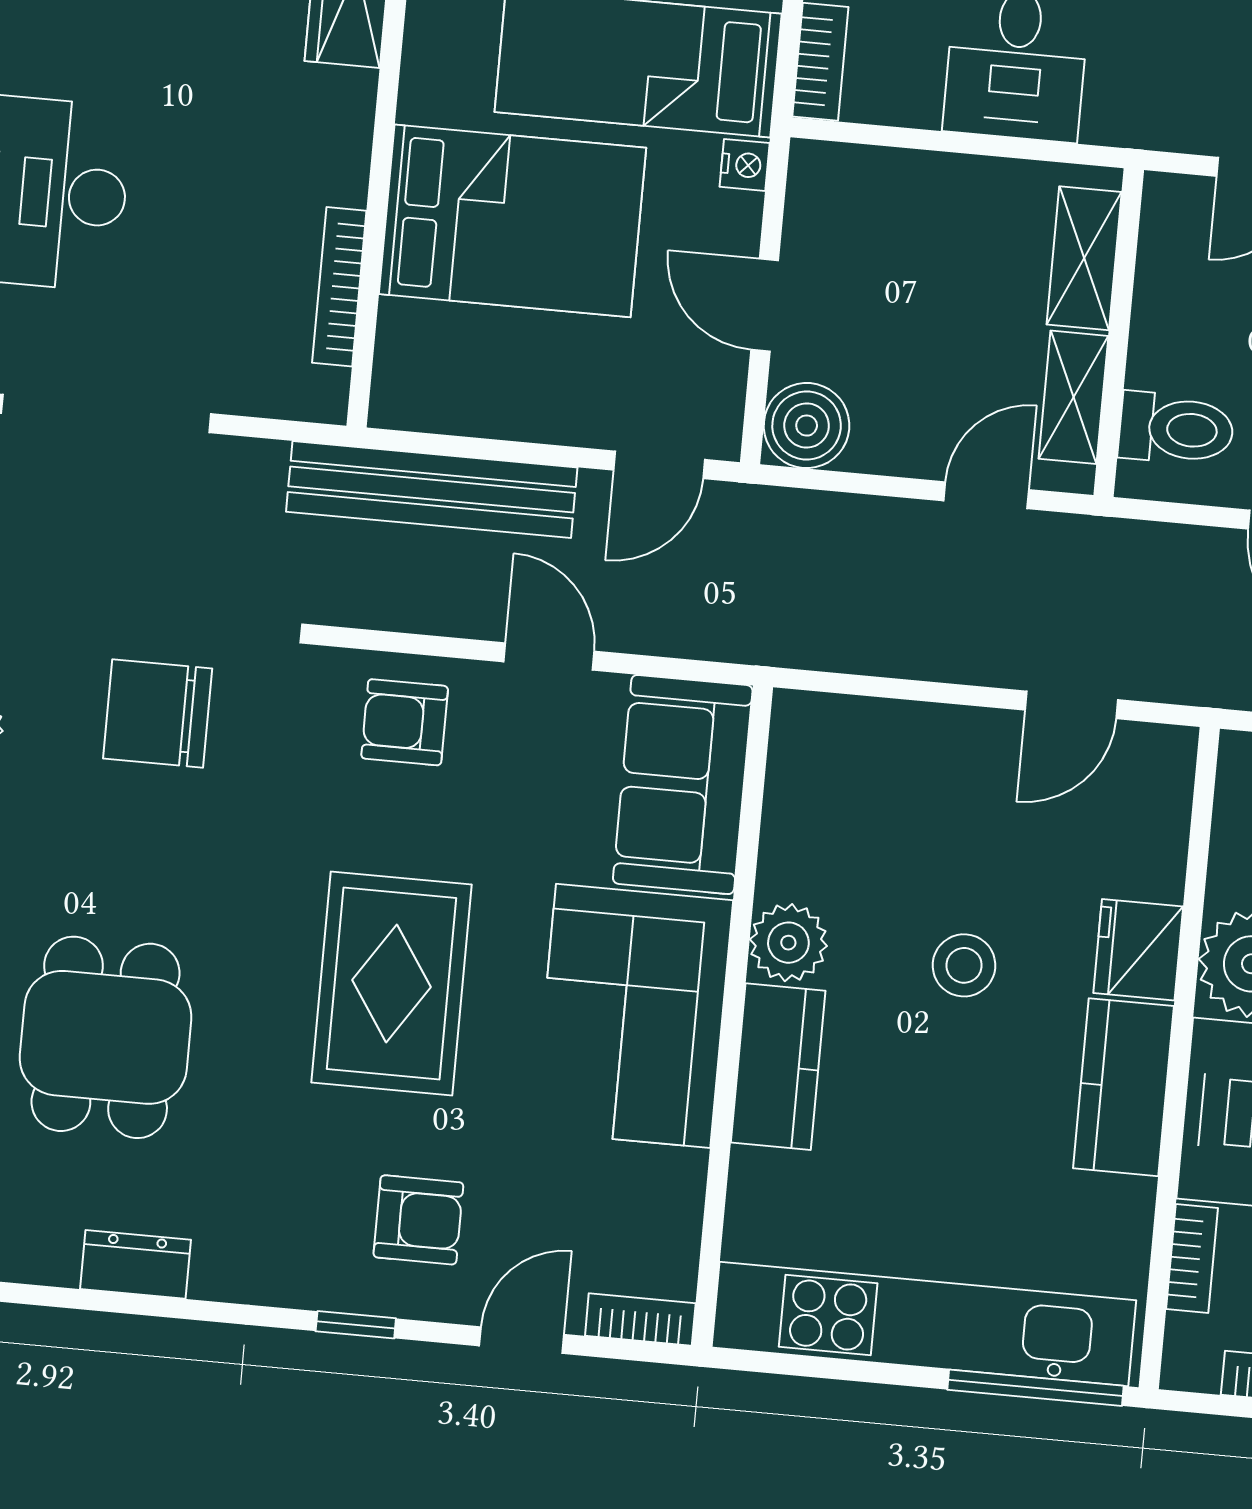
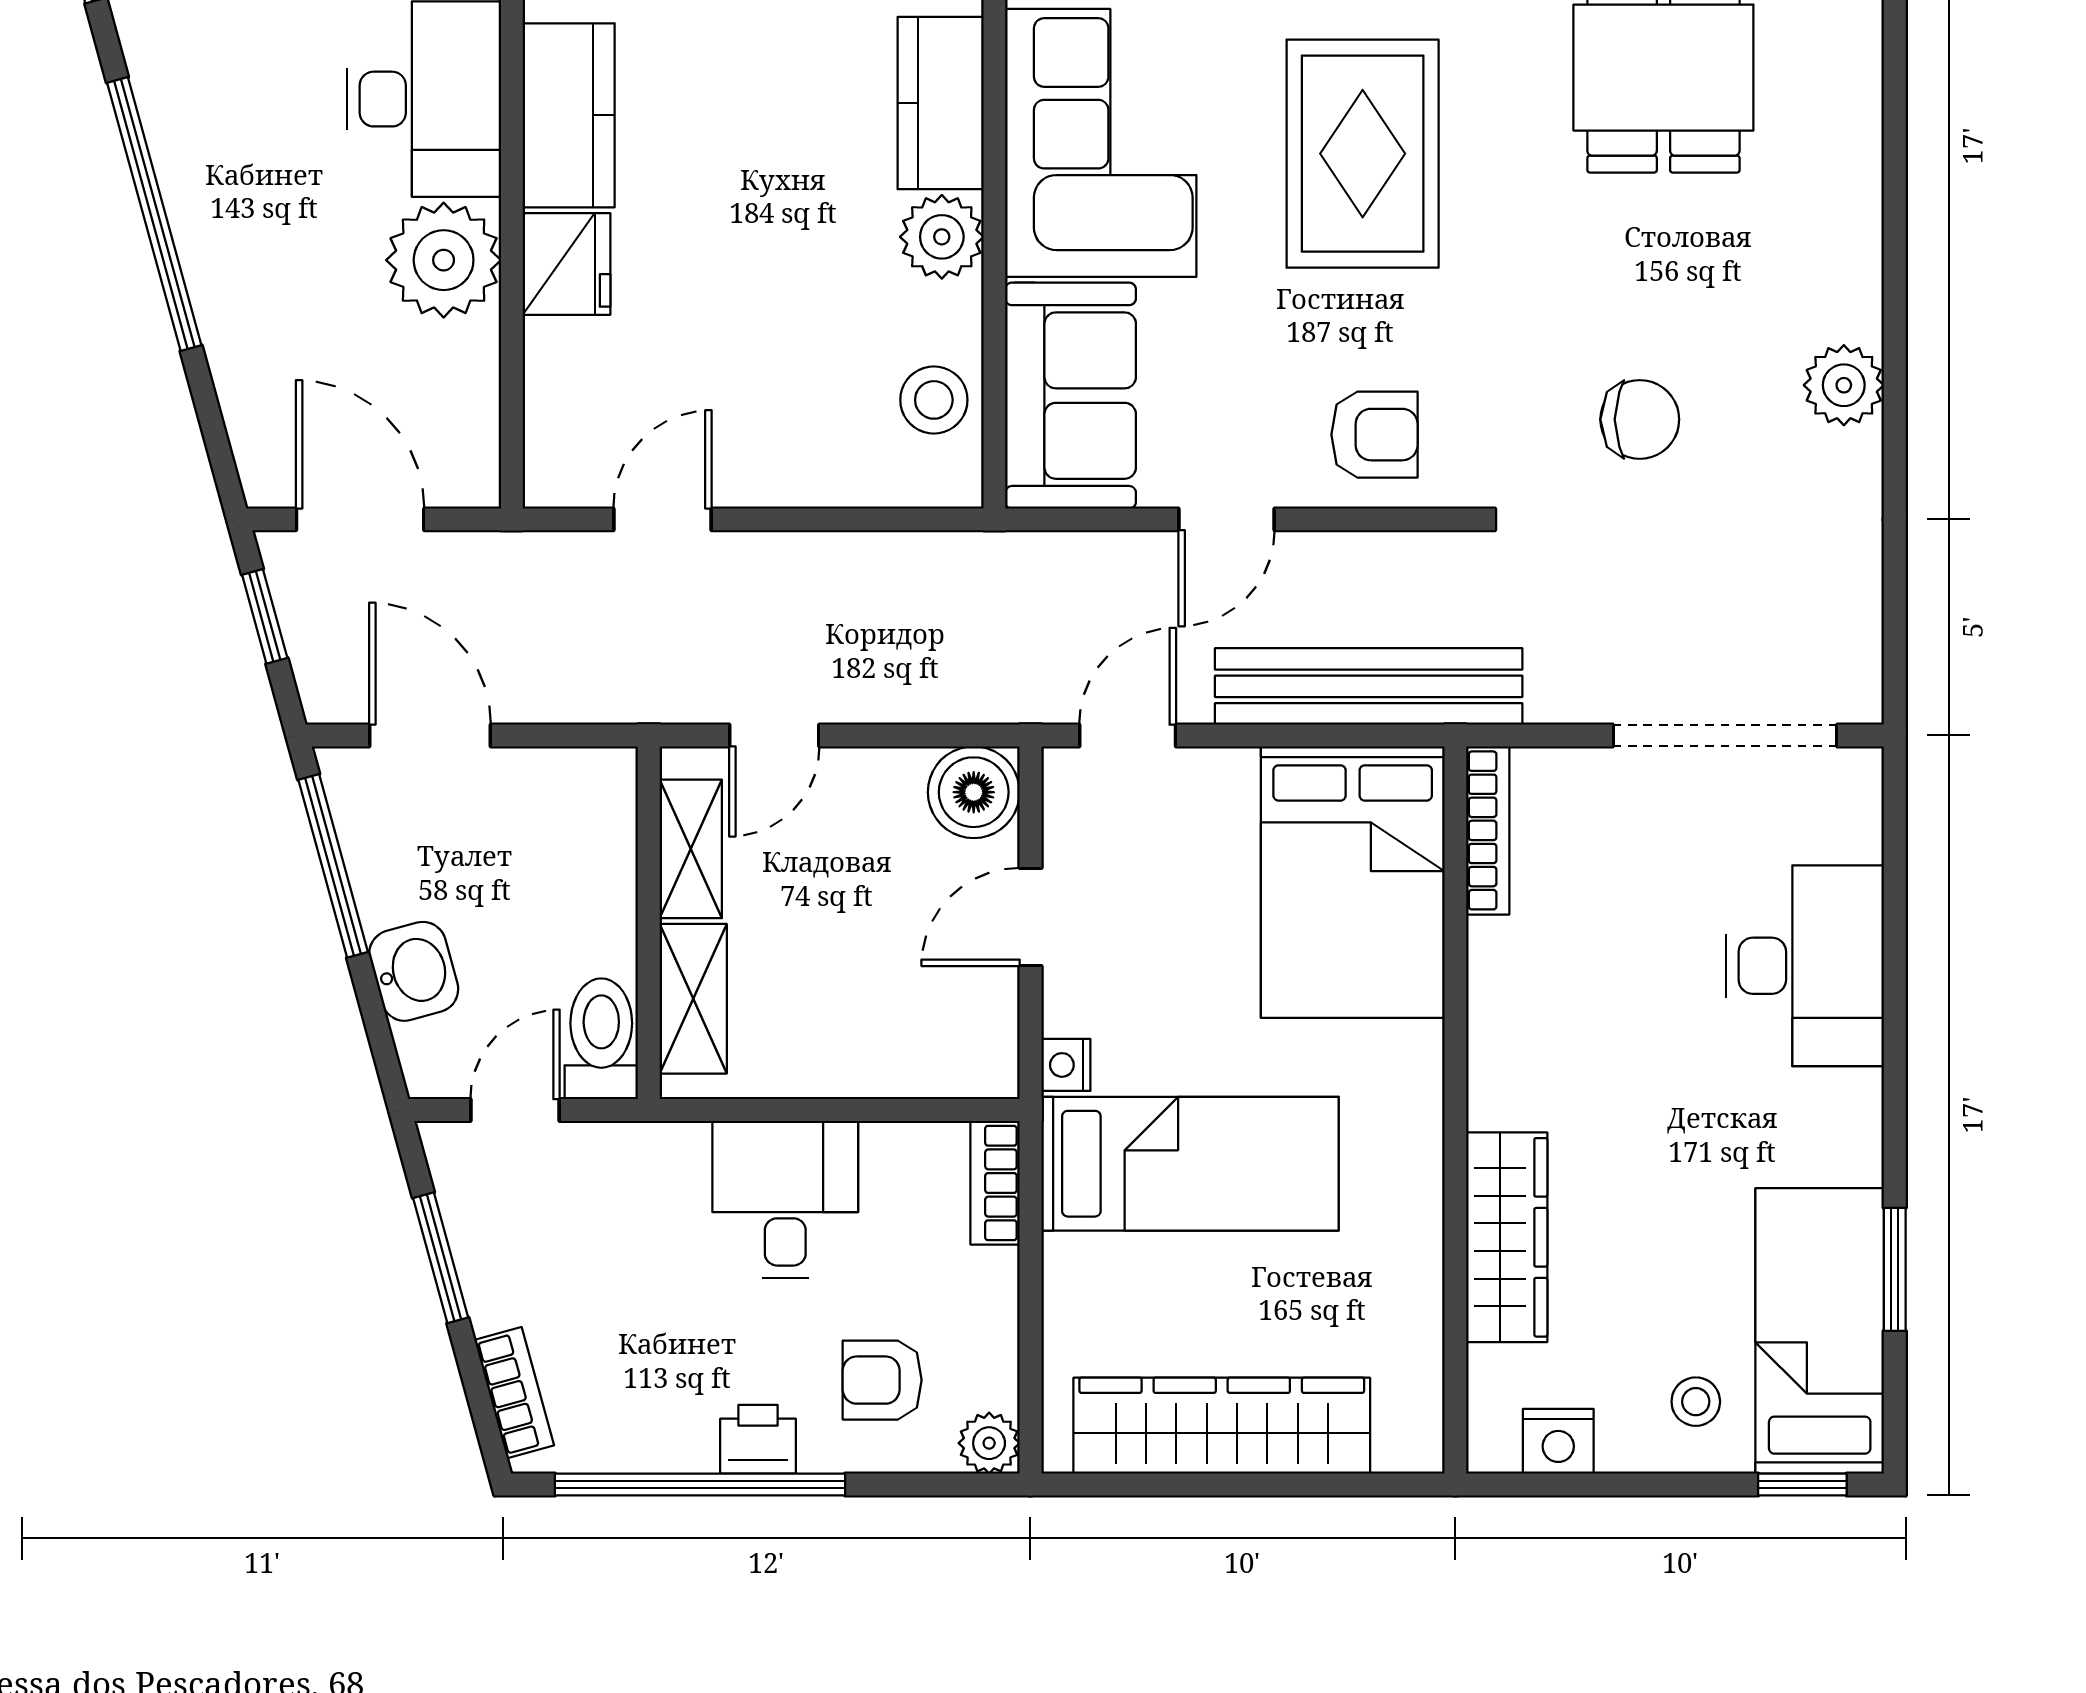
bed: (513, 221) -> (1353, 882), moved, turned -90
bookcase: (339, 287) -> (1488, 830), moved
door: (765, 305) -> (1030, 917), swing flipped
toilet: (1176, 429) -> (601, 1039), moved, turned 90
door: (549, 656) -> (1226, 519), hinge flipped
chair: (158, 714) -> (1640, 419), width x0.73, depth x0.73
stool: (964, 965) -> (934, 400), moved

